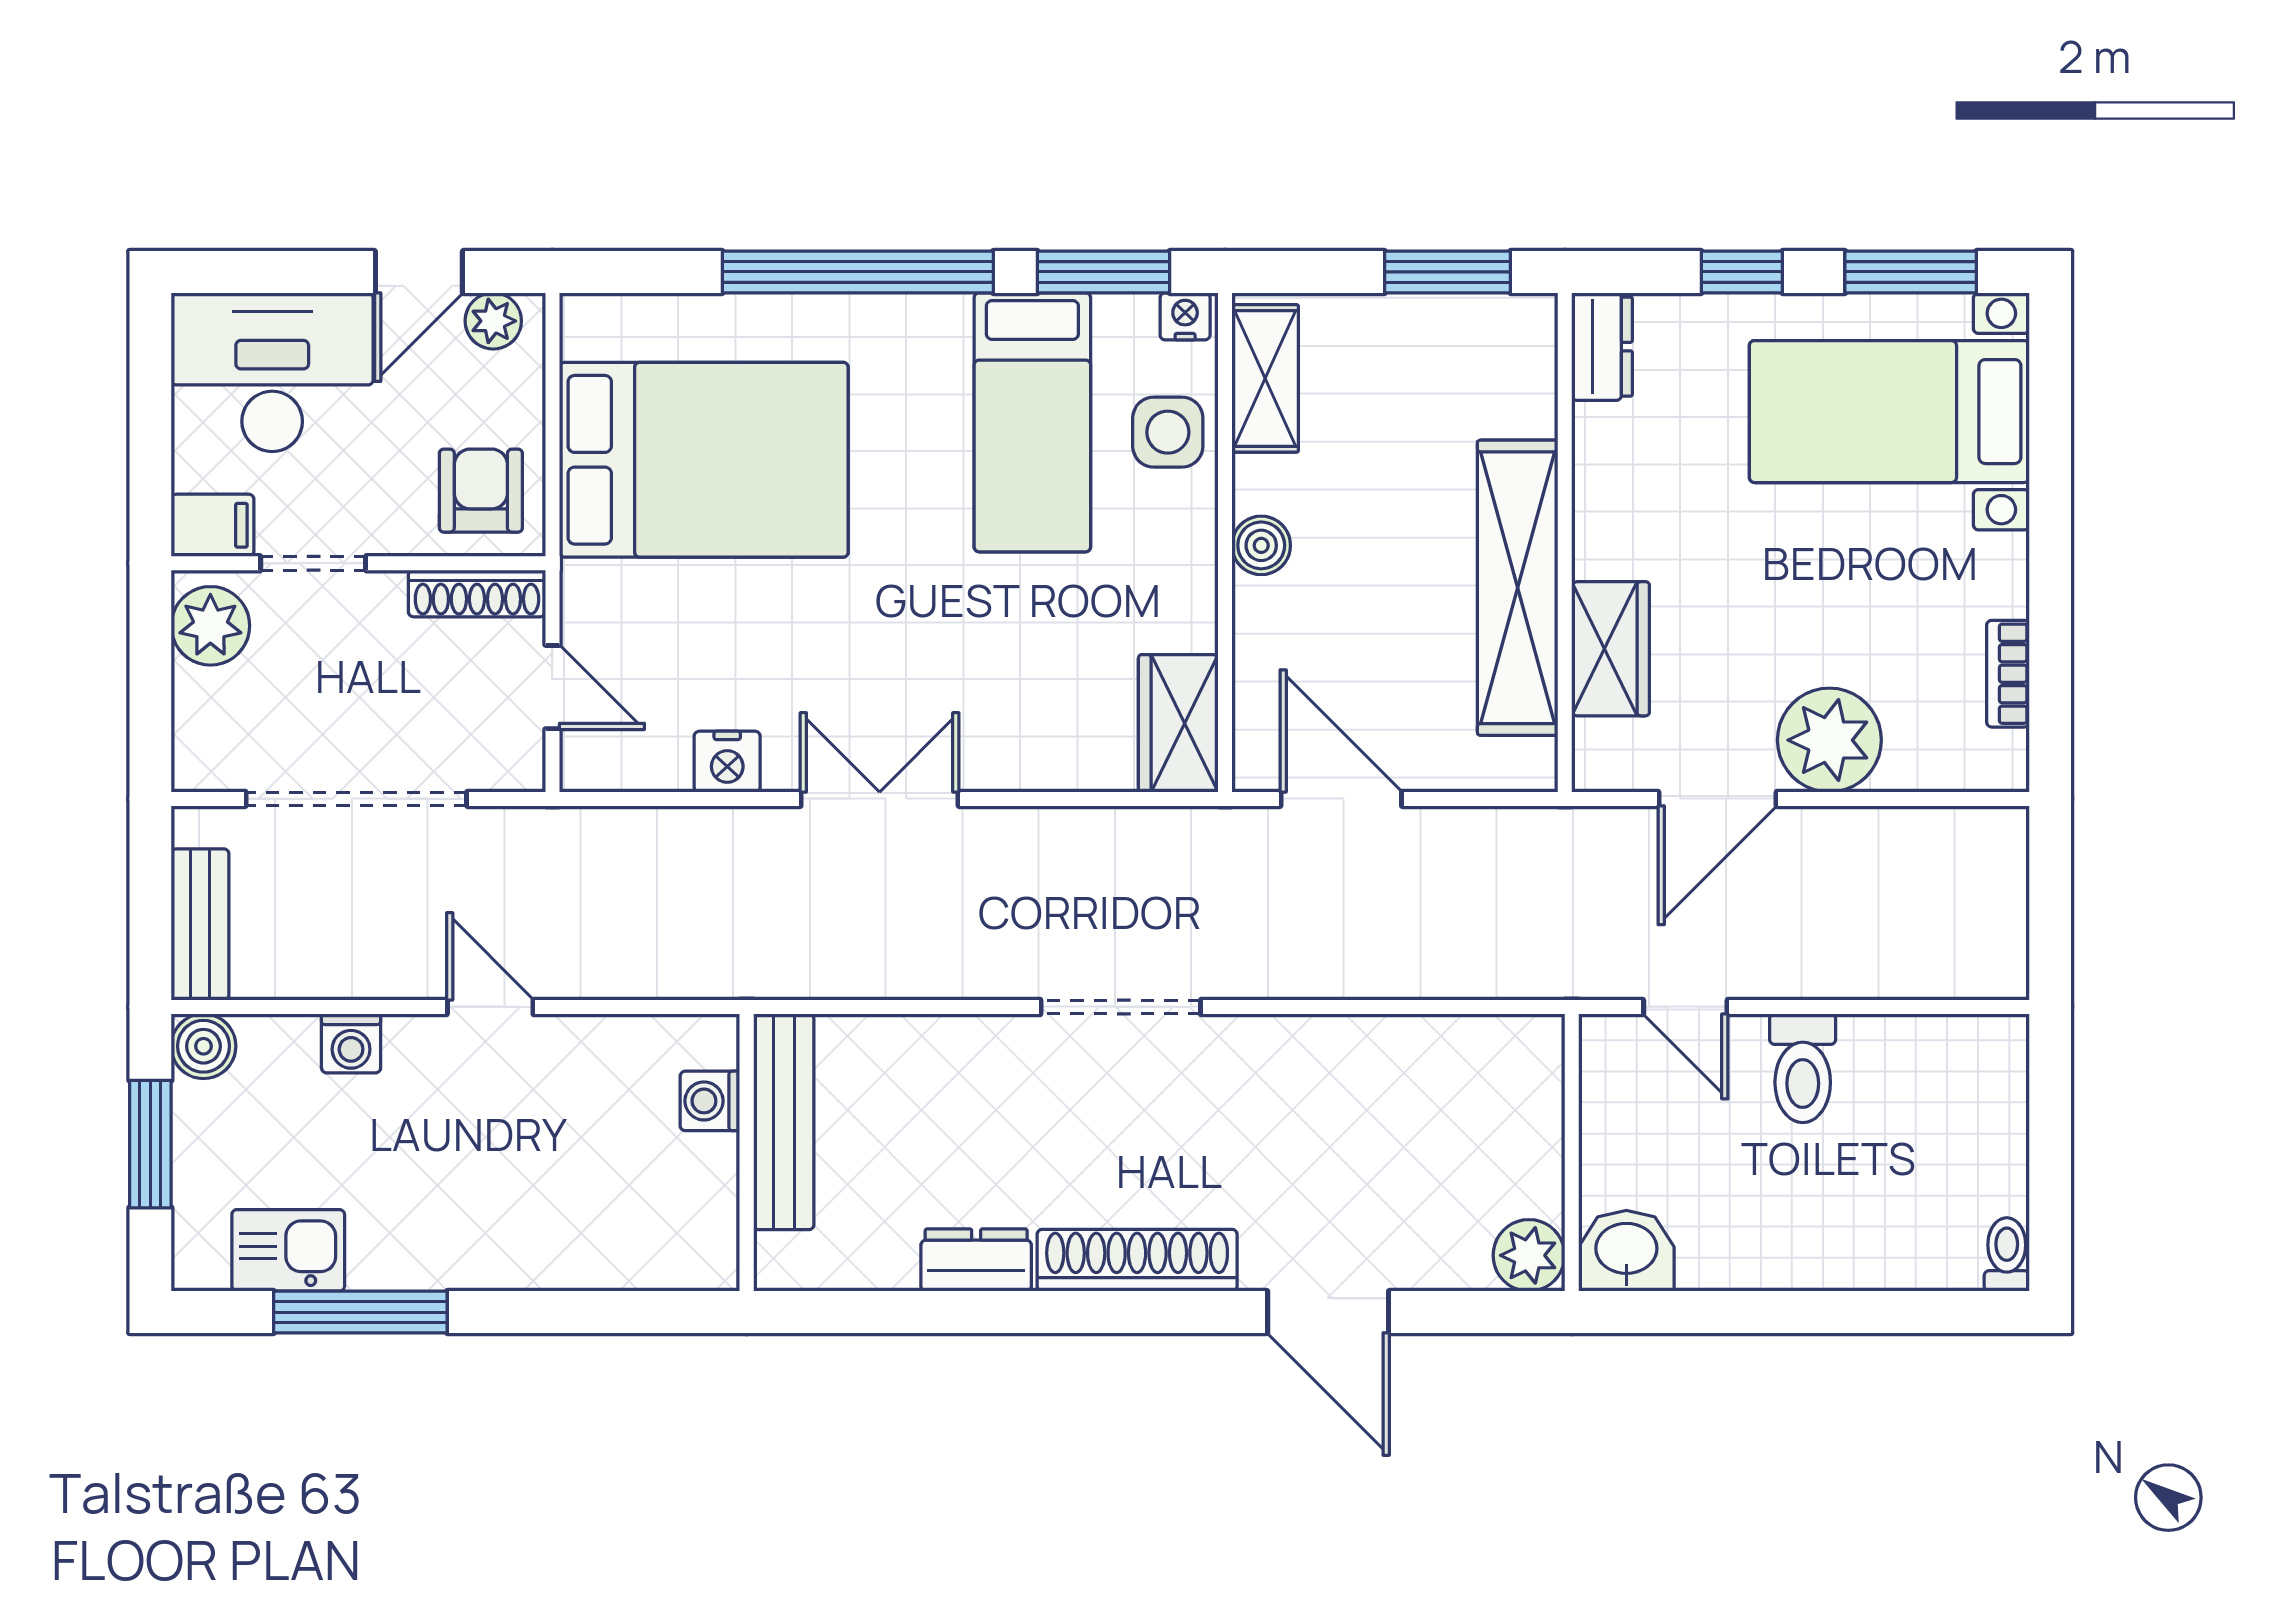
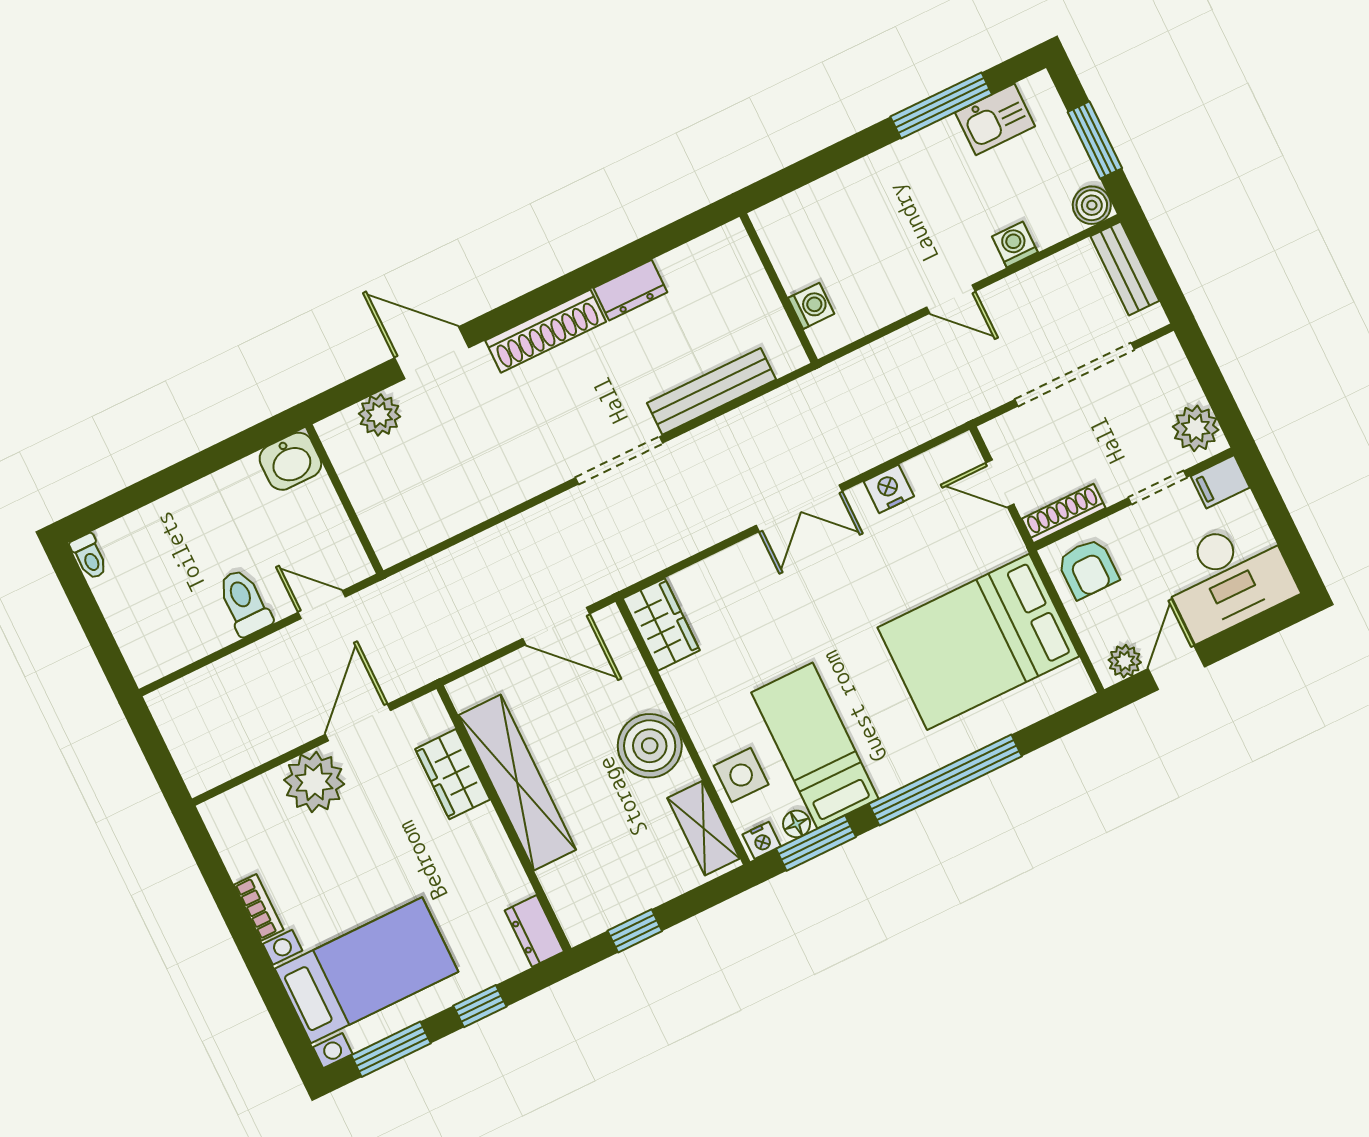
window: (1448, 272) -> (635, 931), width x0.67
floor lamp: (1119, 316) -> (797, 824), added
boiler: (1261, 545) -> (650, 746), width x1.86, depth x1.86
bookcase: (2008, 674) -> (259, 907), moved
bench: (784, 1122) -> (711, 391), moved, turned 90
plant: (1529, 1255) -> (379, 415), moved

